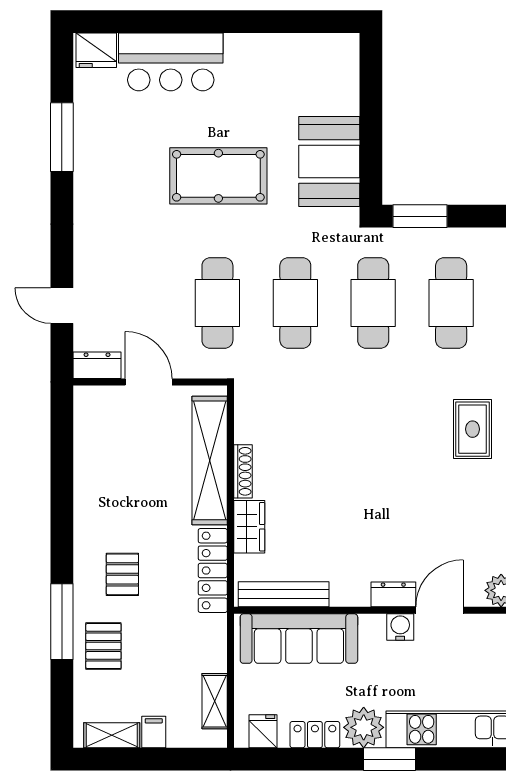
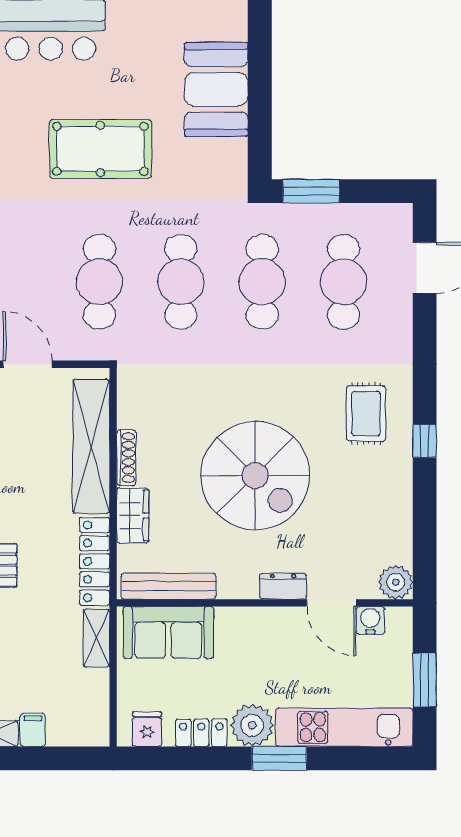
booth: (329, 162) -> (216, 89), moved
spiral stairs: (366, 488) -> (255, 476), added
door: (439, 610) -> (331, 603), swing flipped
water cooler: (400, 627) -> (370, 620), moved
sofa: (299, 639) -> (168, 632), width x0.73
shelving: (215, 701) -> (96, 638), moved

